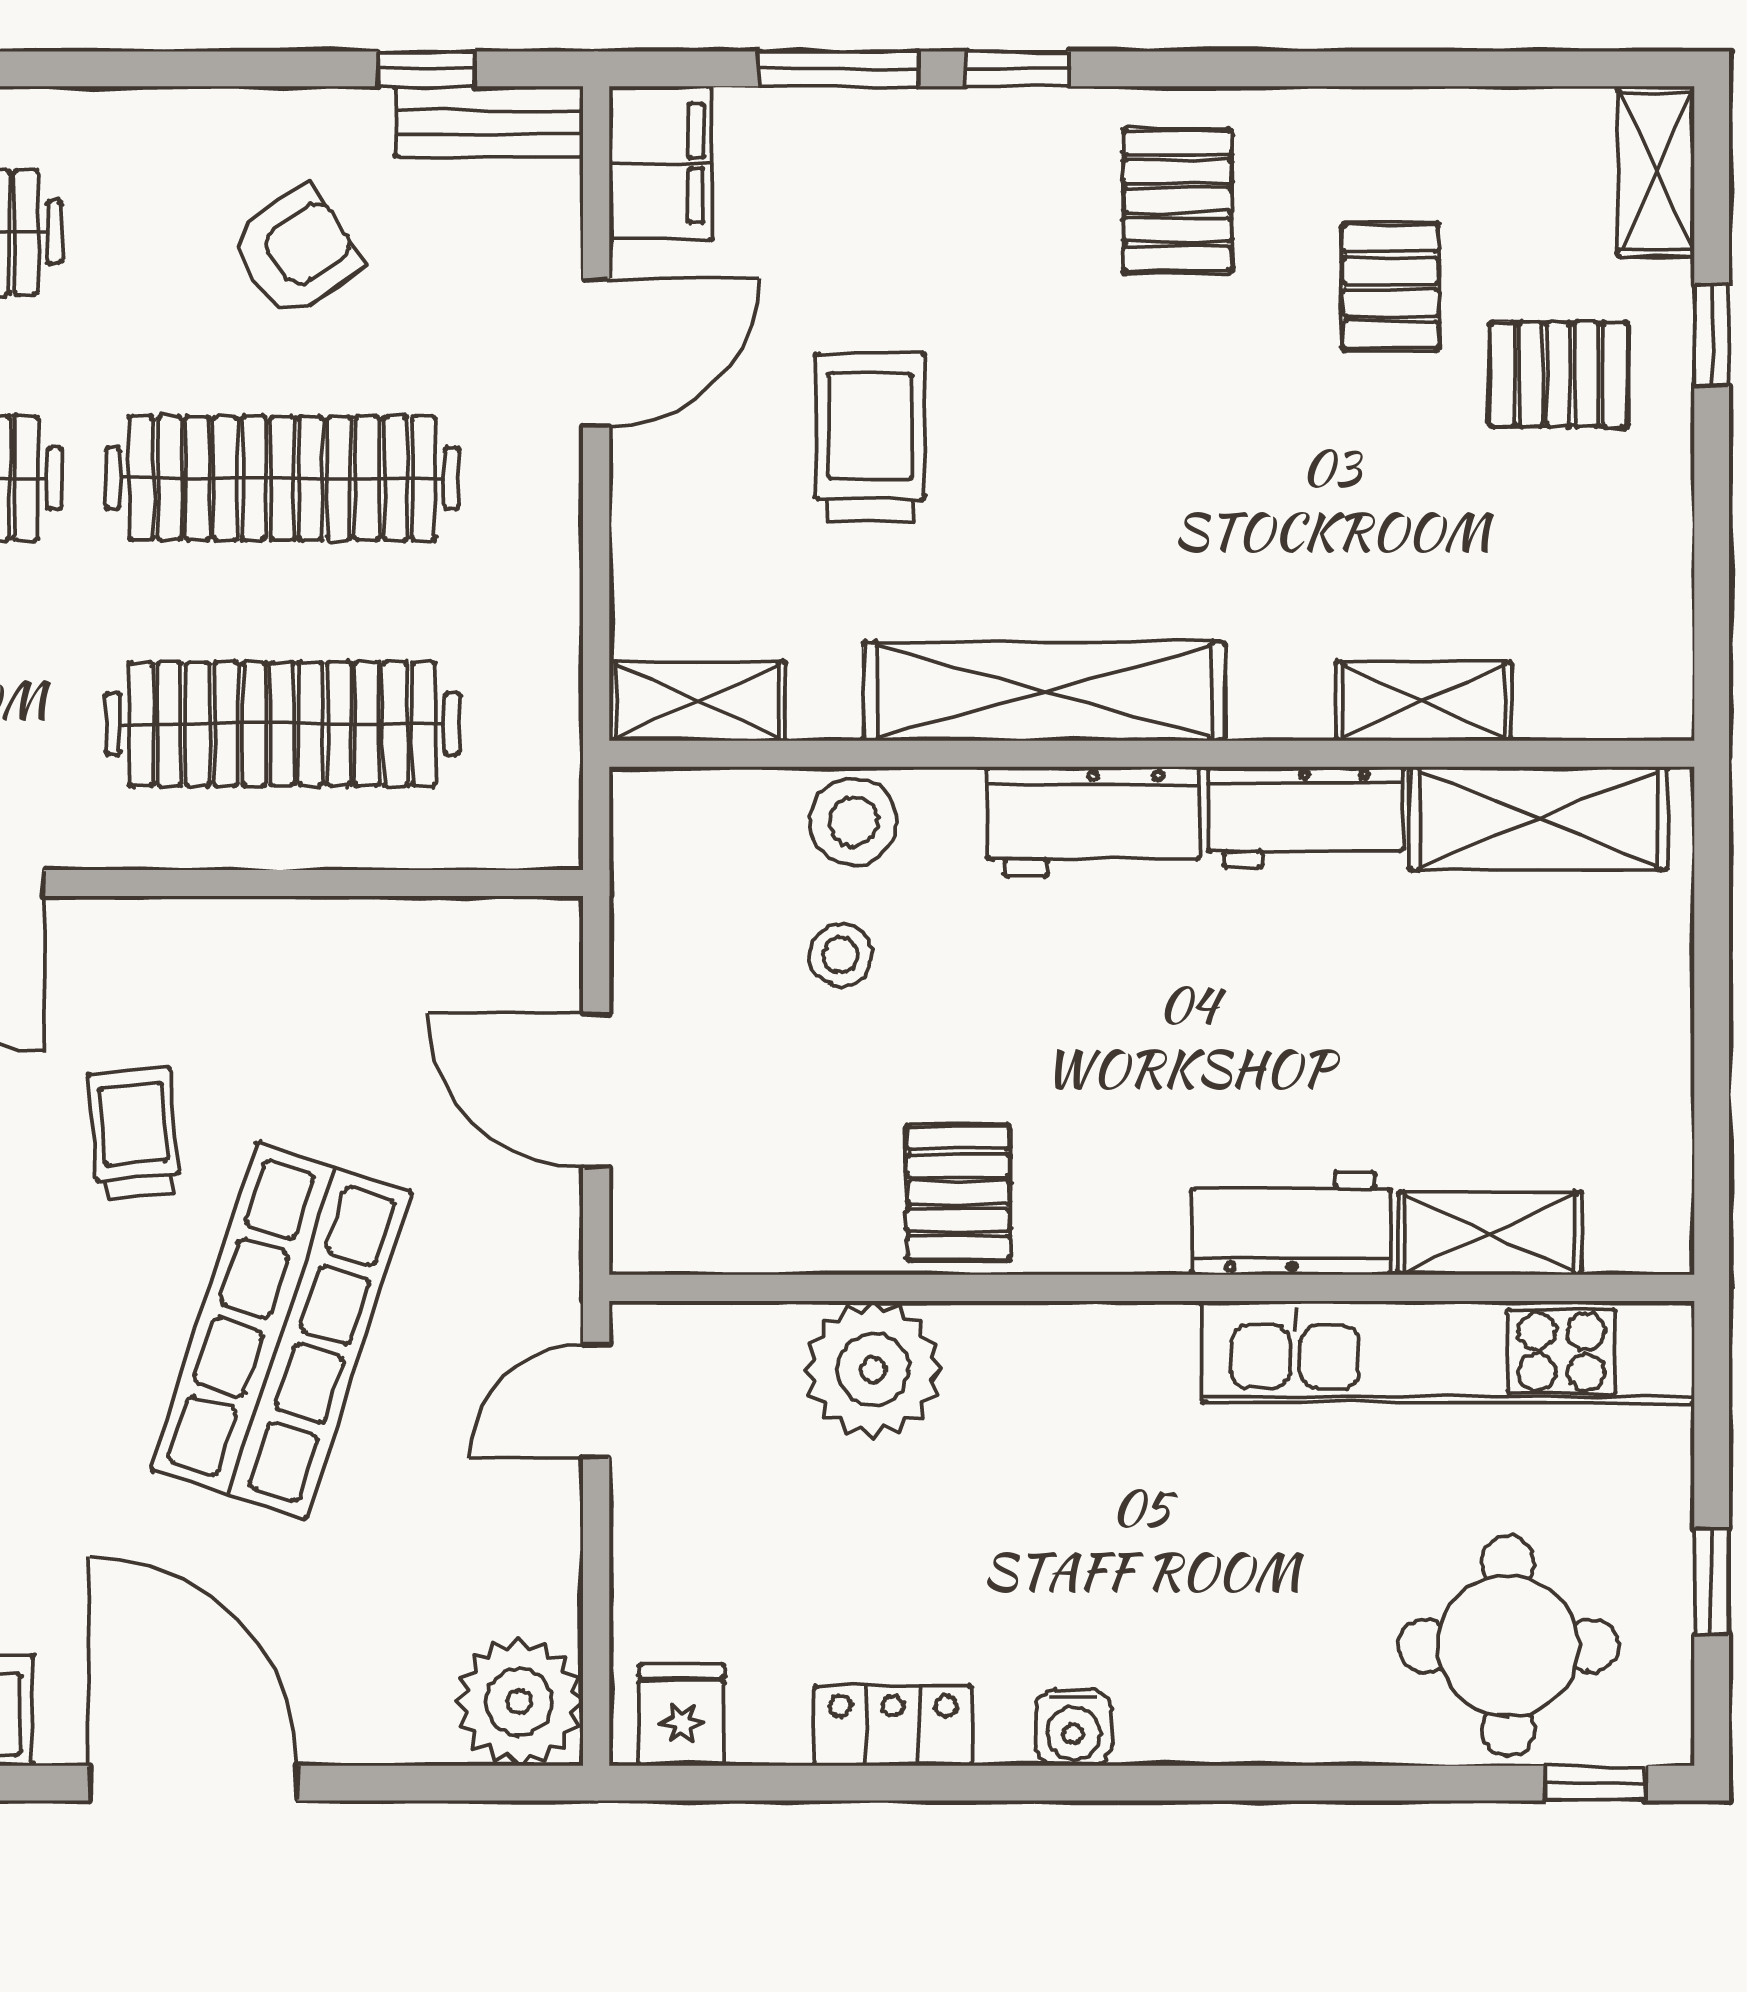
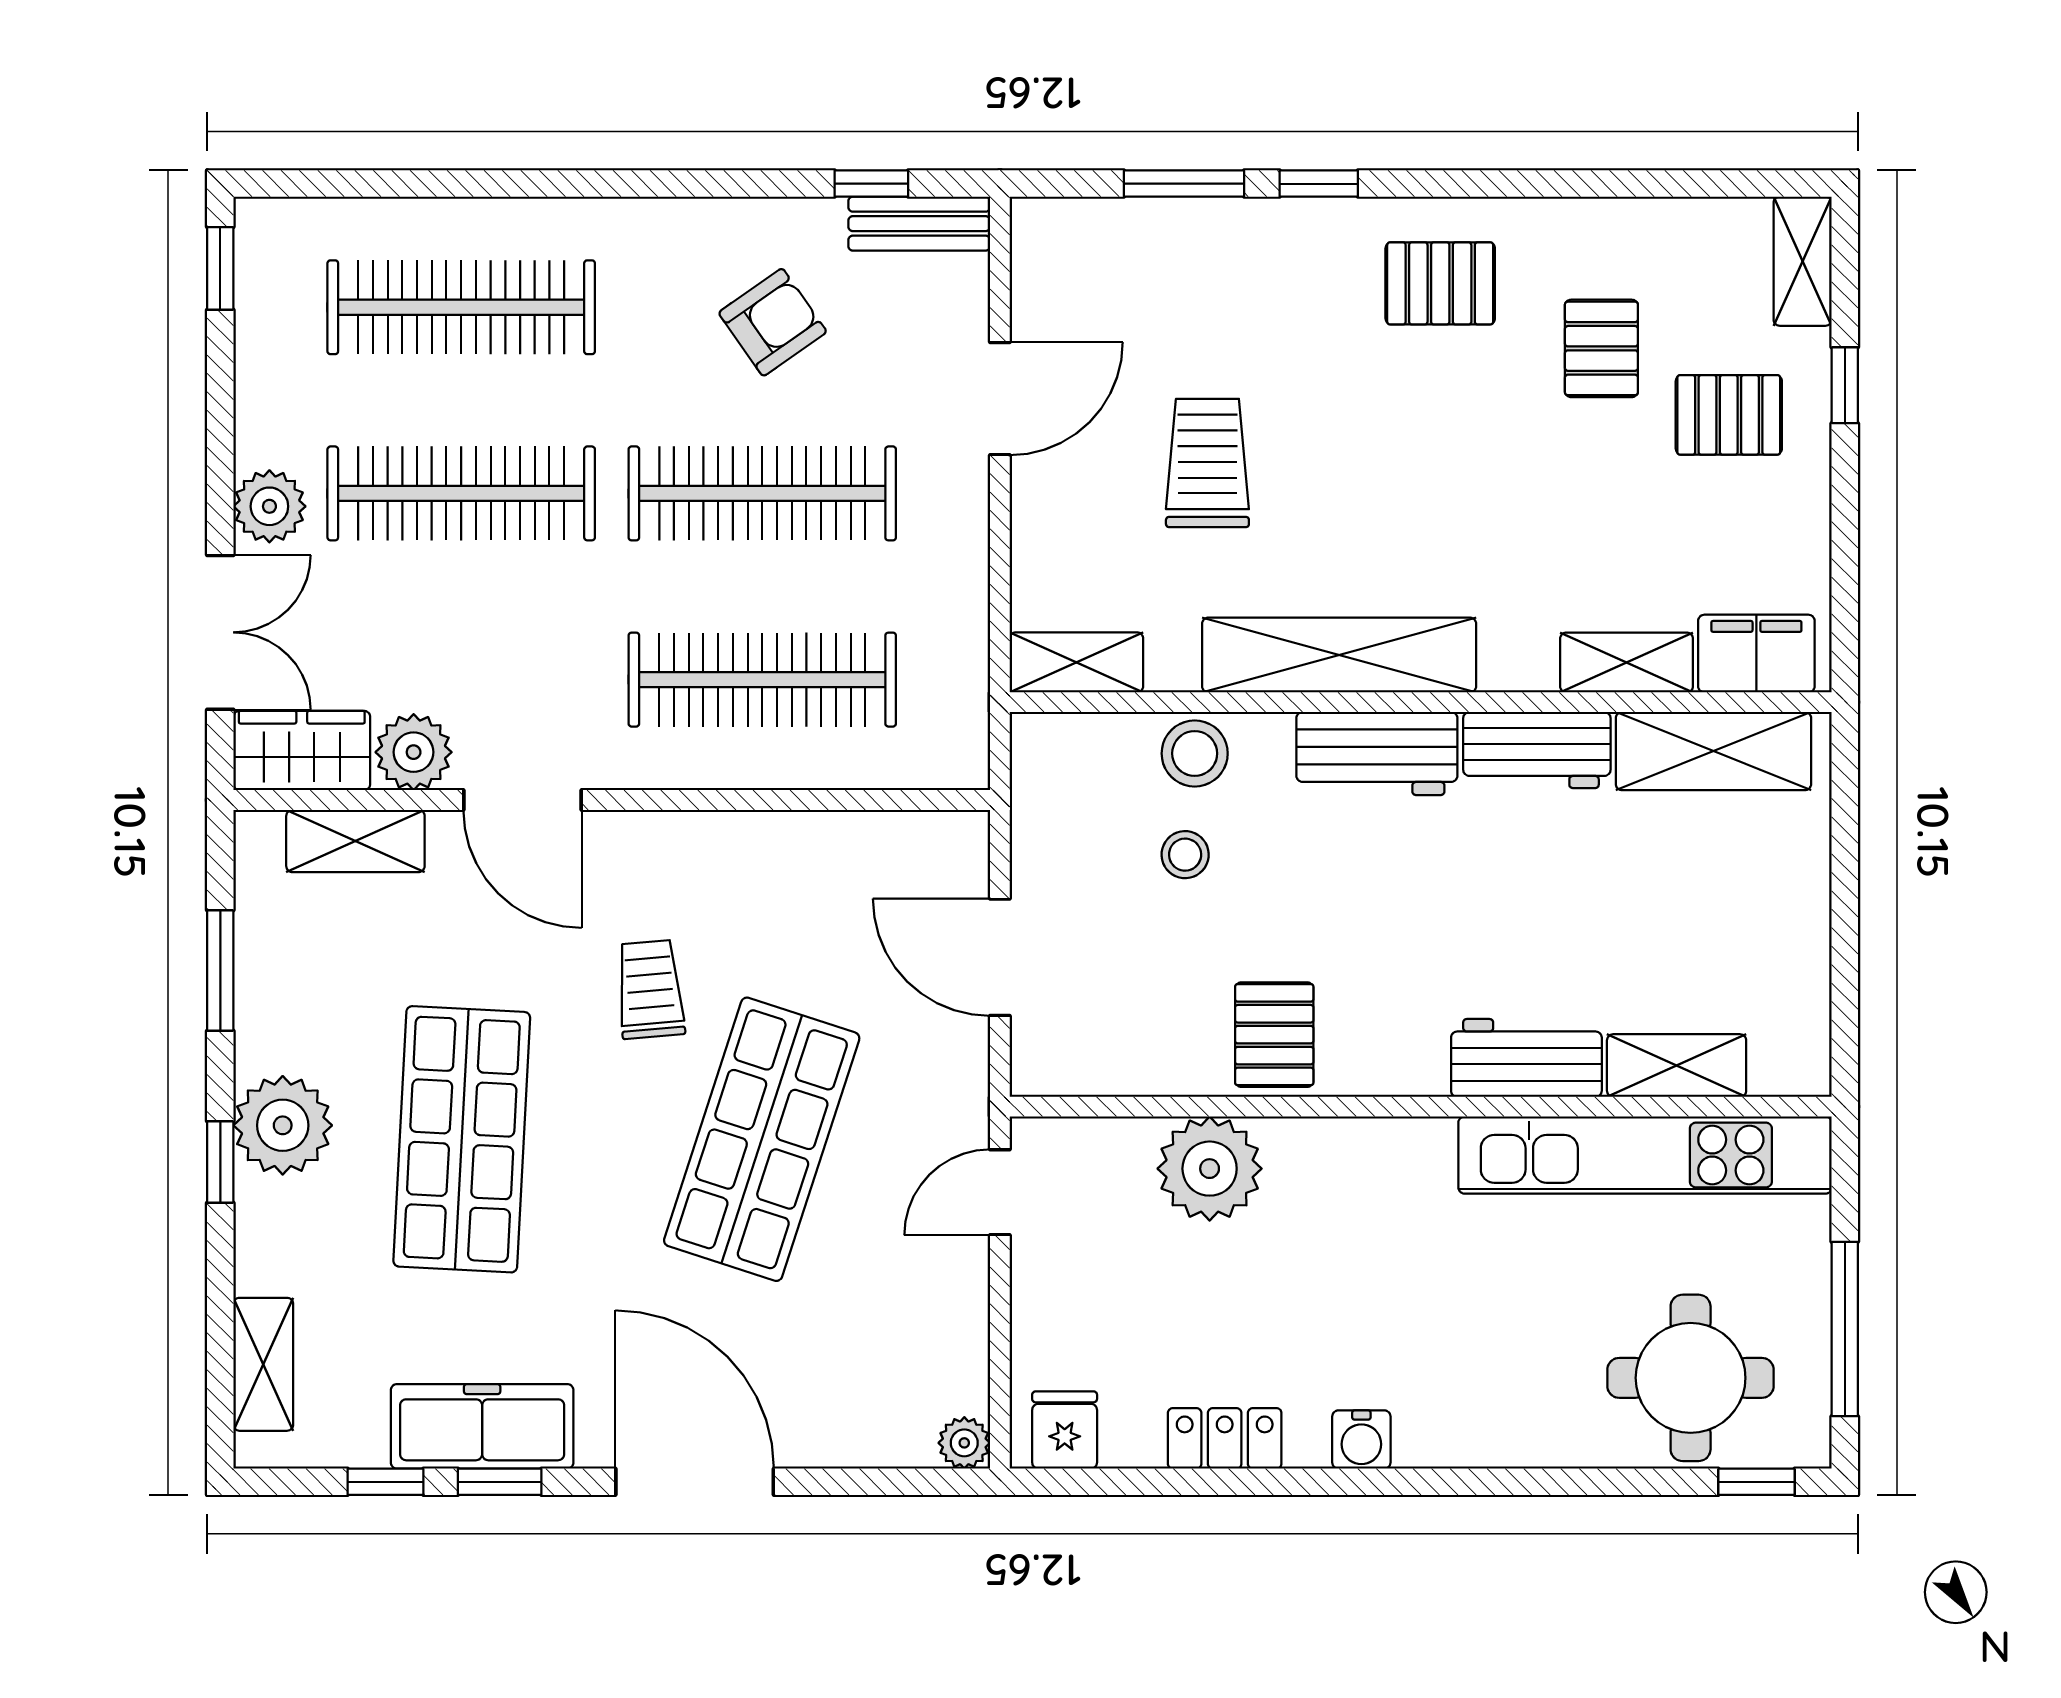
filing cabinet: (660, 163) -> (1756, 654), moved, turned -90
pallet: (1178, 201) -> (1440, 283), turned 90
window: (1712, 1581) -> (1845, 1329), width x2.17
plant: (519, 1702) -> (964, 1443), width x0.53, depth x0.53

